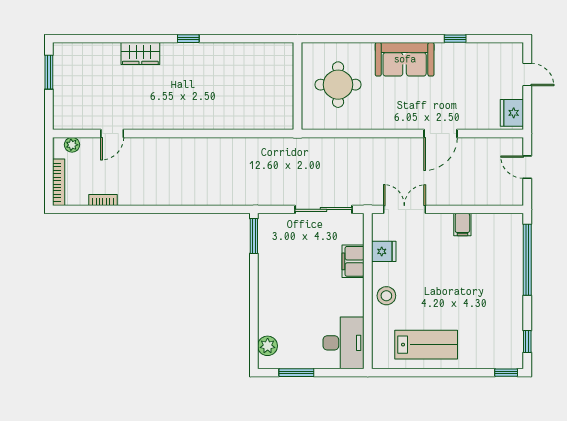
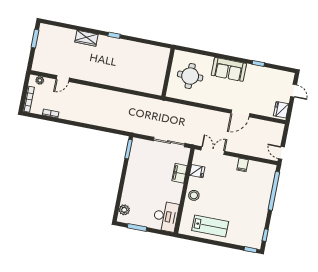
door: (527, 167) -> (281, 153), moved

